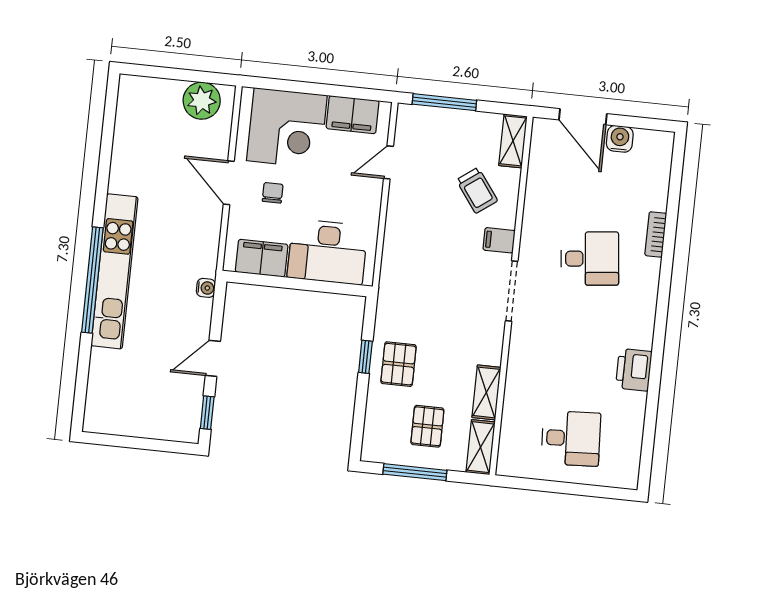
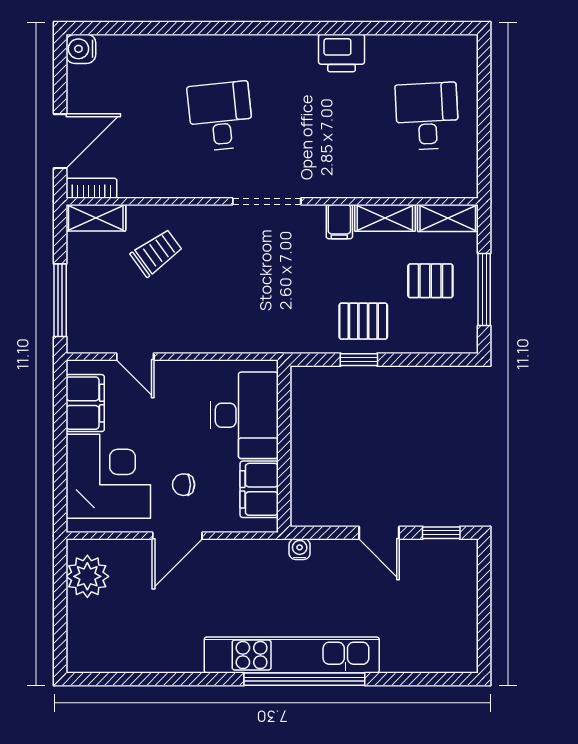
water cooler: (620, 139) -> (81, 49), moved
bookcase: (656, 234) -> (91, 188), moved, turned 180
filing cabinet: (499, 240) -> (339, 222), moved

